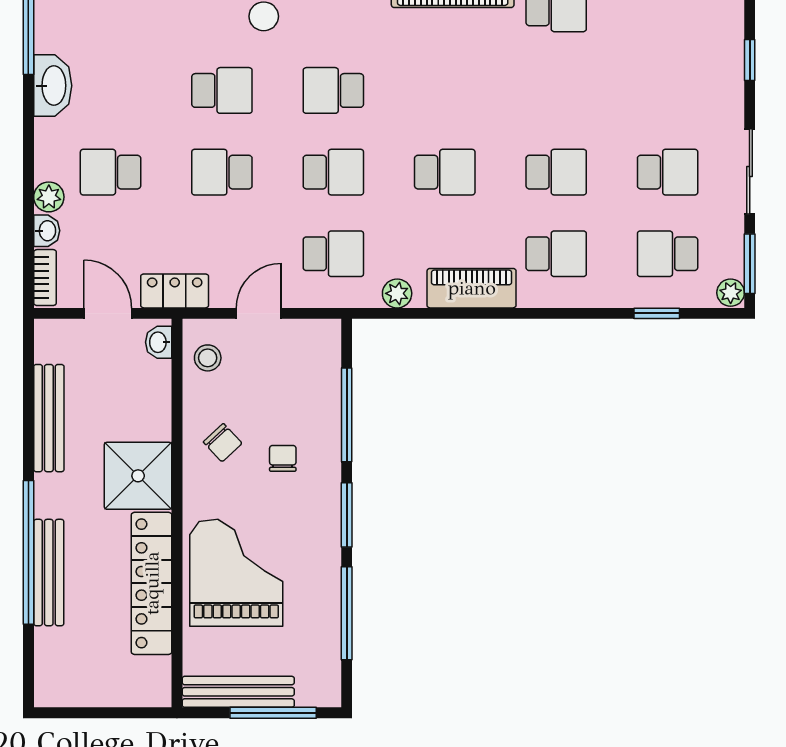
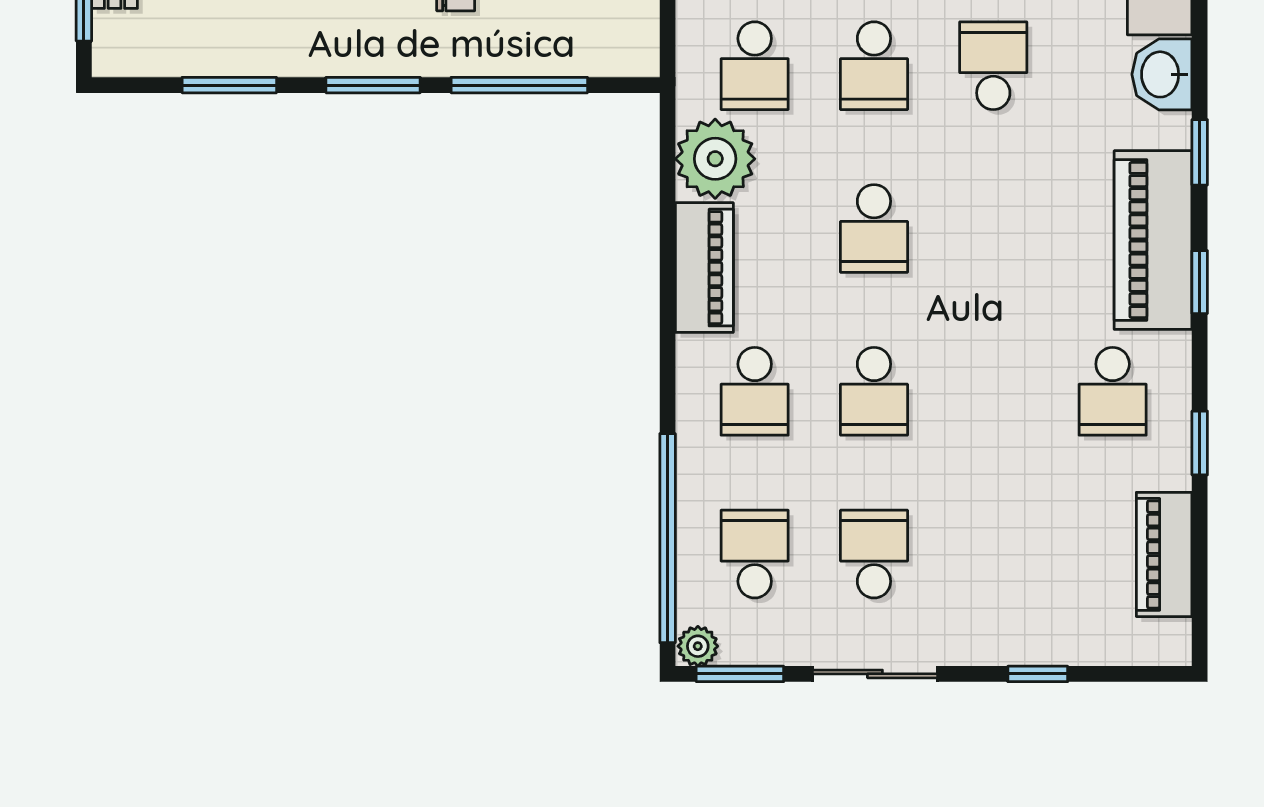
school desk: (668, 172) -> (874, 554), turned 180
plant: (397, 293) -> (715, 159), width x1.87, depth x1.87
window: (657, 313) -> (668, 538), width x3.17
window: (347, 613) -> (229, 85), width x0.69

